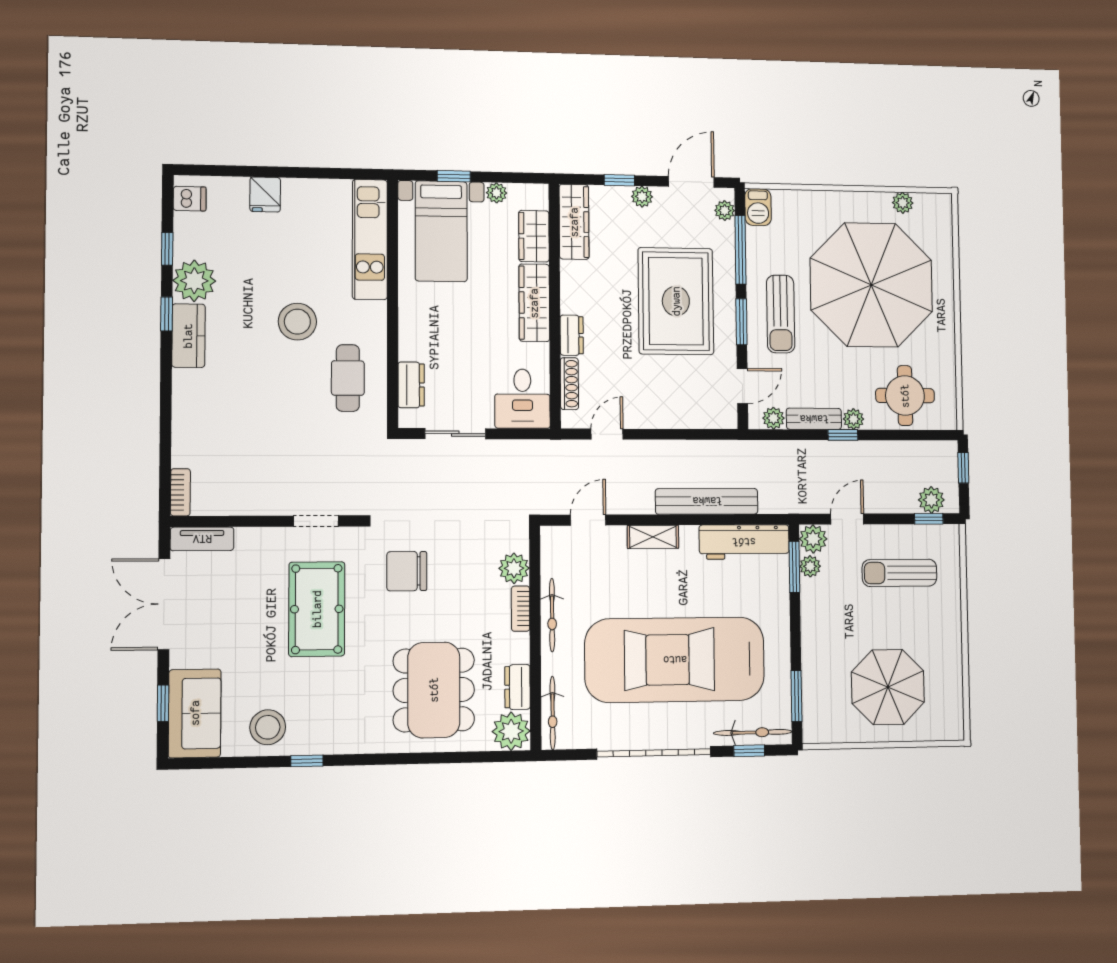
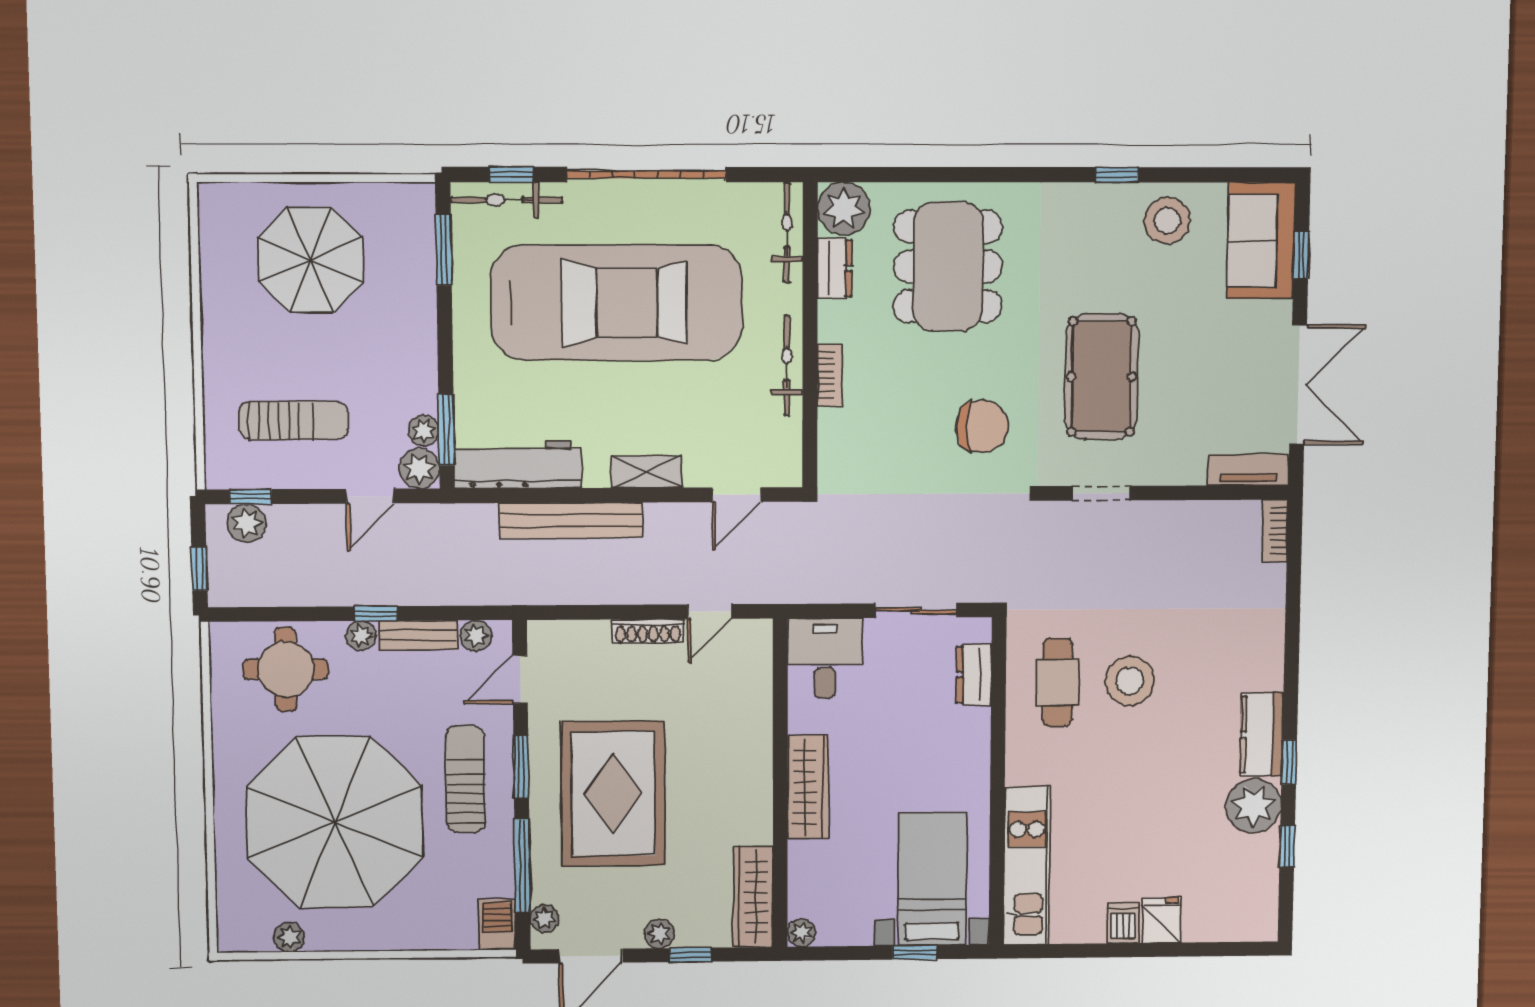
plant: (497, 193) -> (802, 933), moved
dishwasher: (190, 199) -> (1123, 923), moved, turned 90
wardrobe: (534, 236) -> (808, 876), removed
stool: (297, 322) -> (1130, 681), moved
dresser: (572, 335) -> (757, 745), removed
shoe rack: (569, 384) -> (648, 631), moved, turned -90
plant: (514, 568) -> (838, 430), removed

